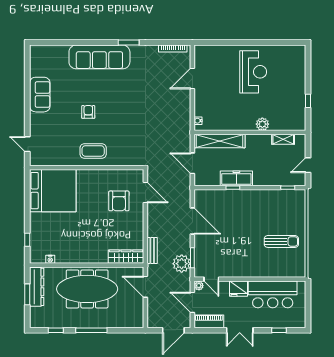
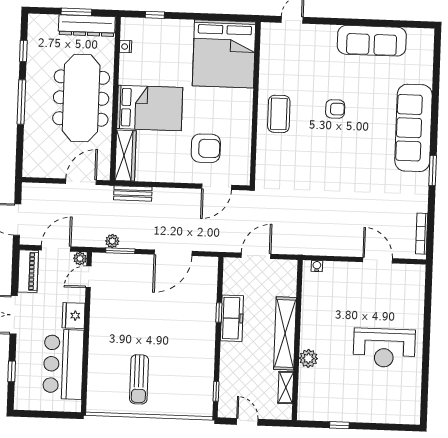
sofa: (40, 95) -> (372, 41), width x1.36
shelving: (219, 141) -> (285, 333), moved
armchair: (119, 201) -> (206, 148), turned 180
bed: (92, 241) -> (150, 108), added
plant: (182, 264) -> (112, 241), width x0.53, depth x0.53

